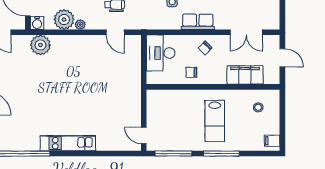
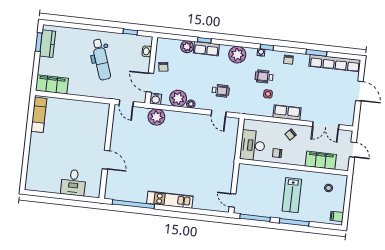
desk: (161, 53) -> (253, 145), moved

